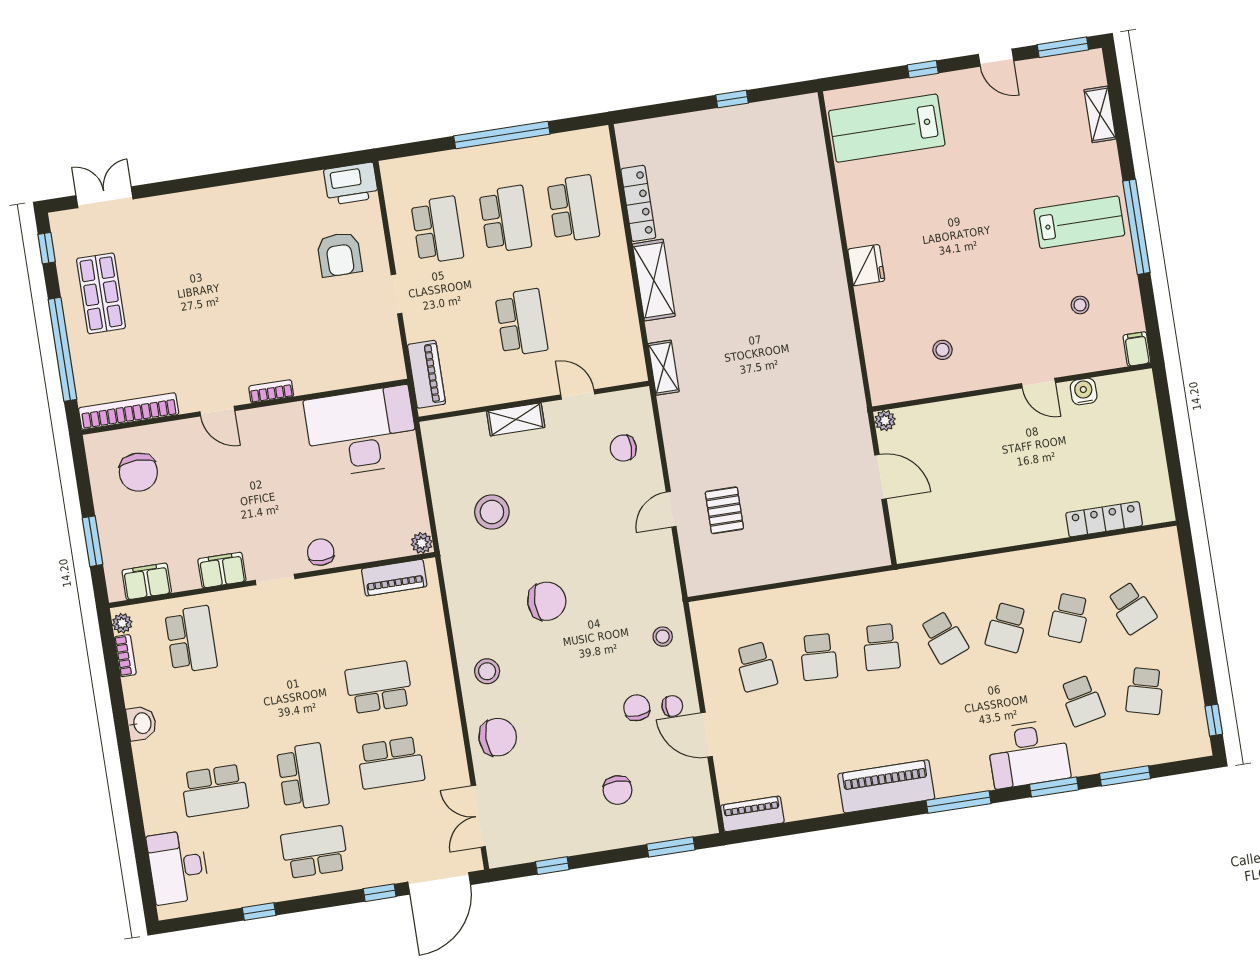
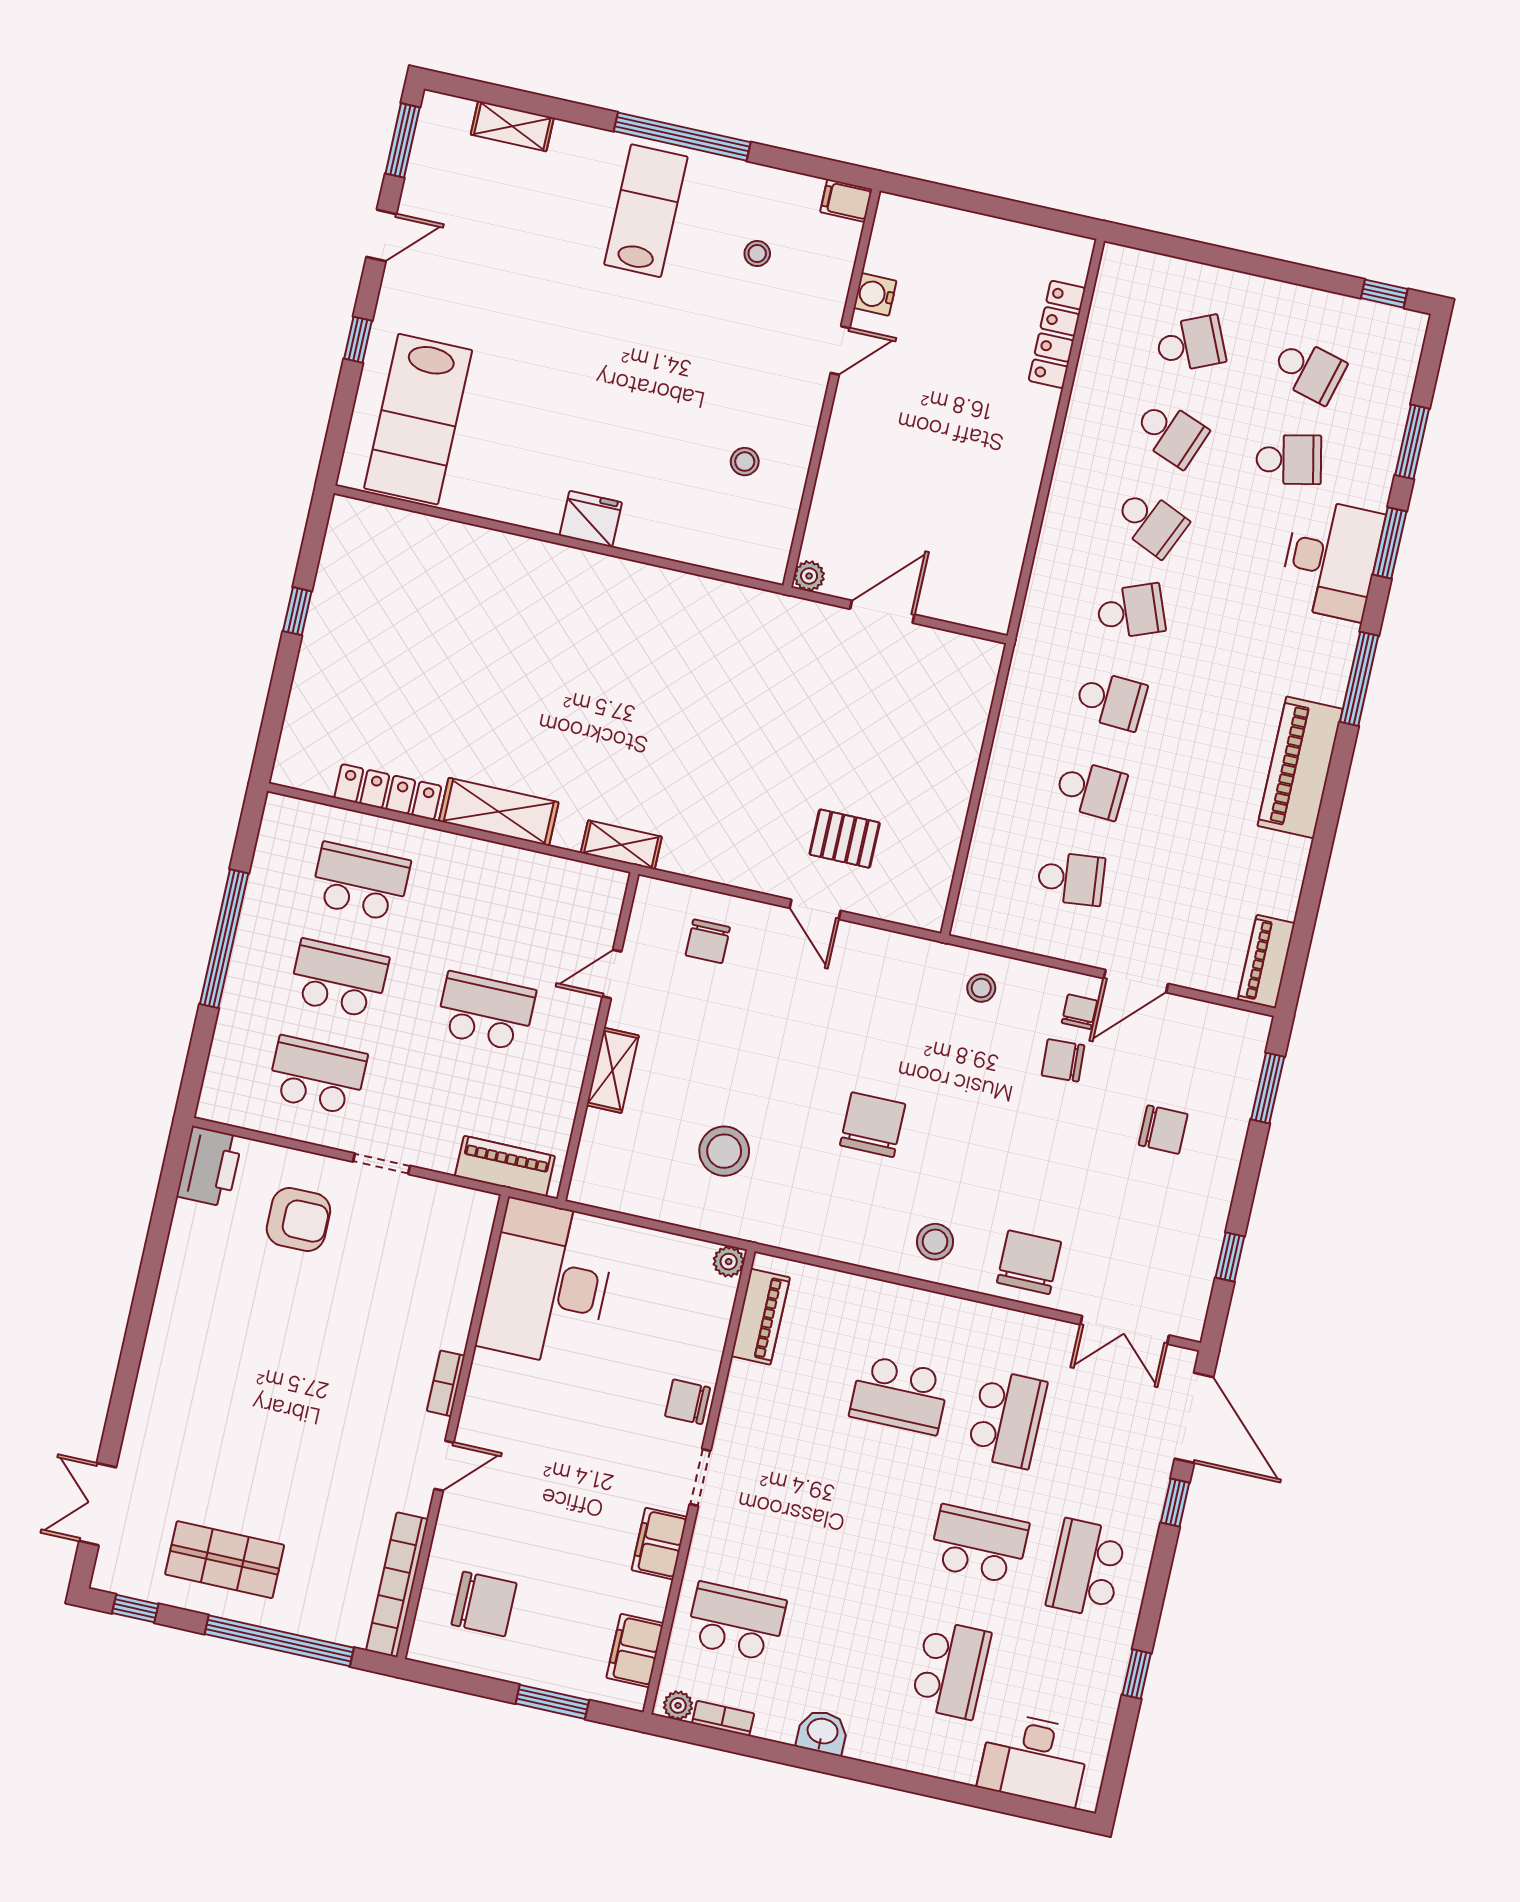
school desk: (379, 687) -> (900, 1395), turned -90

